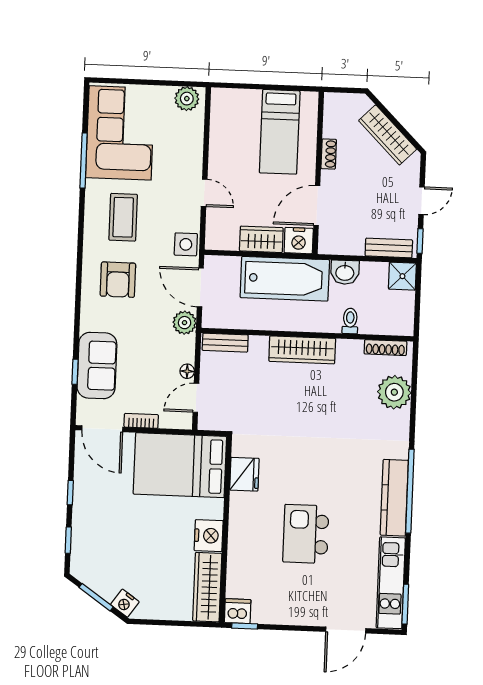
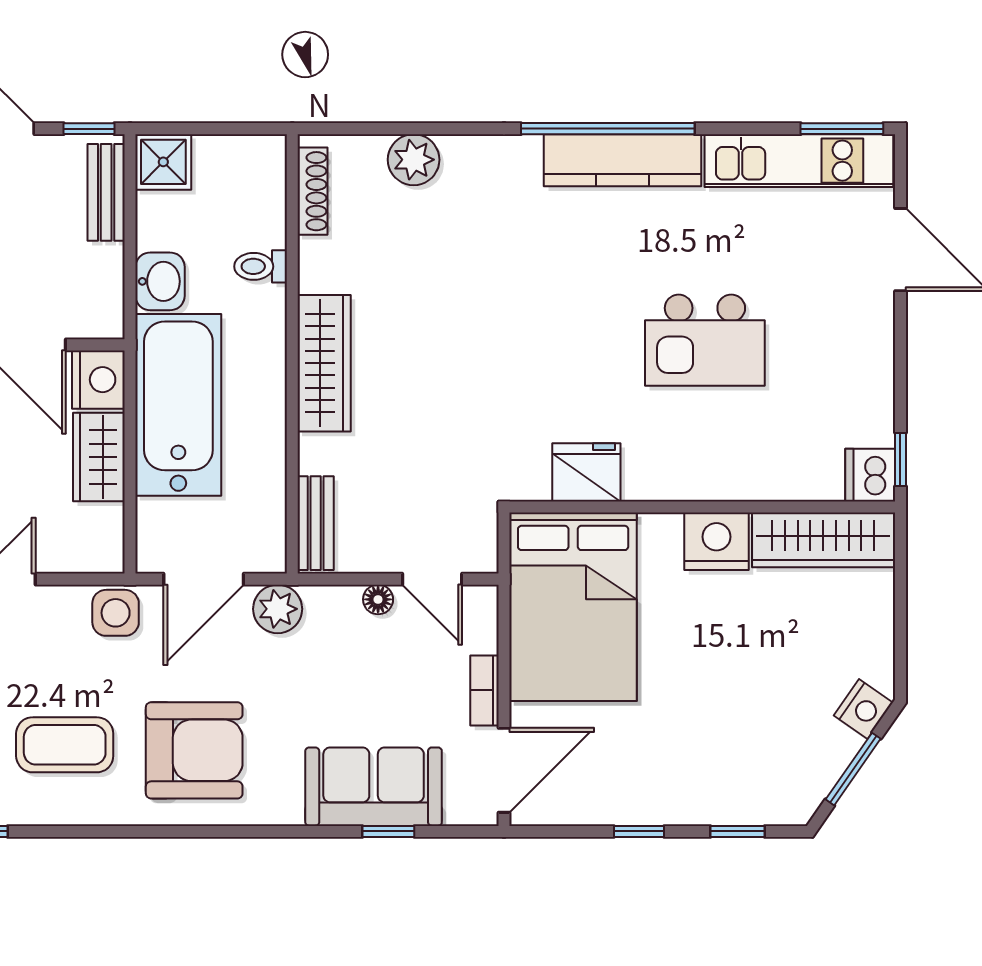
armchair: (118, 280) -> (194, 750), width x1.36, depth x1.36
plant: (394, 392) -> (414, 160), width x0.73, depth x0.73

